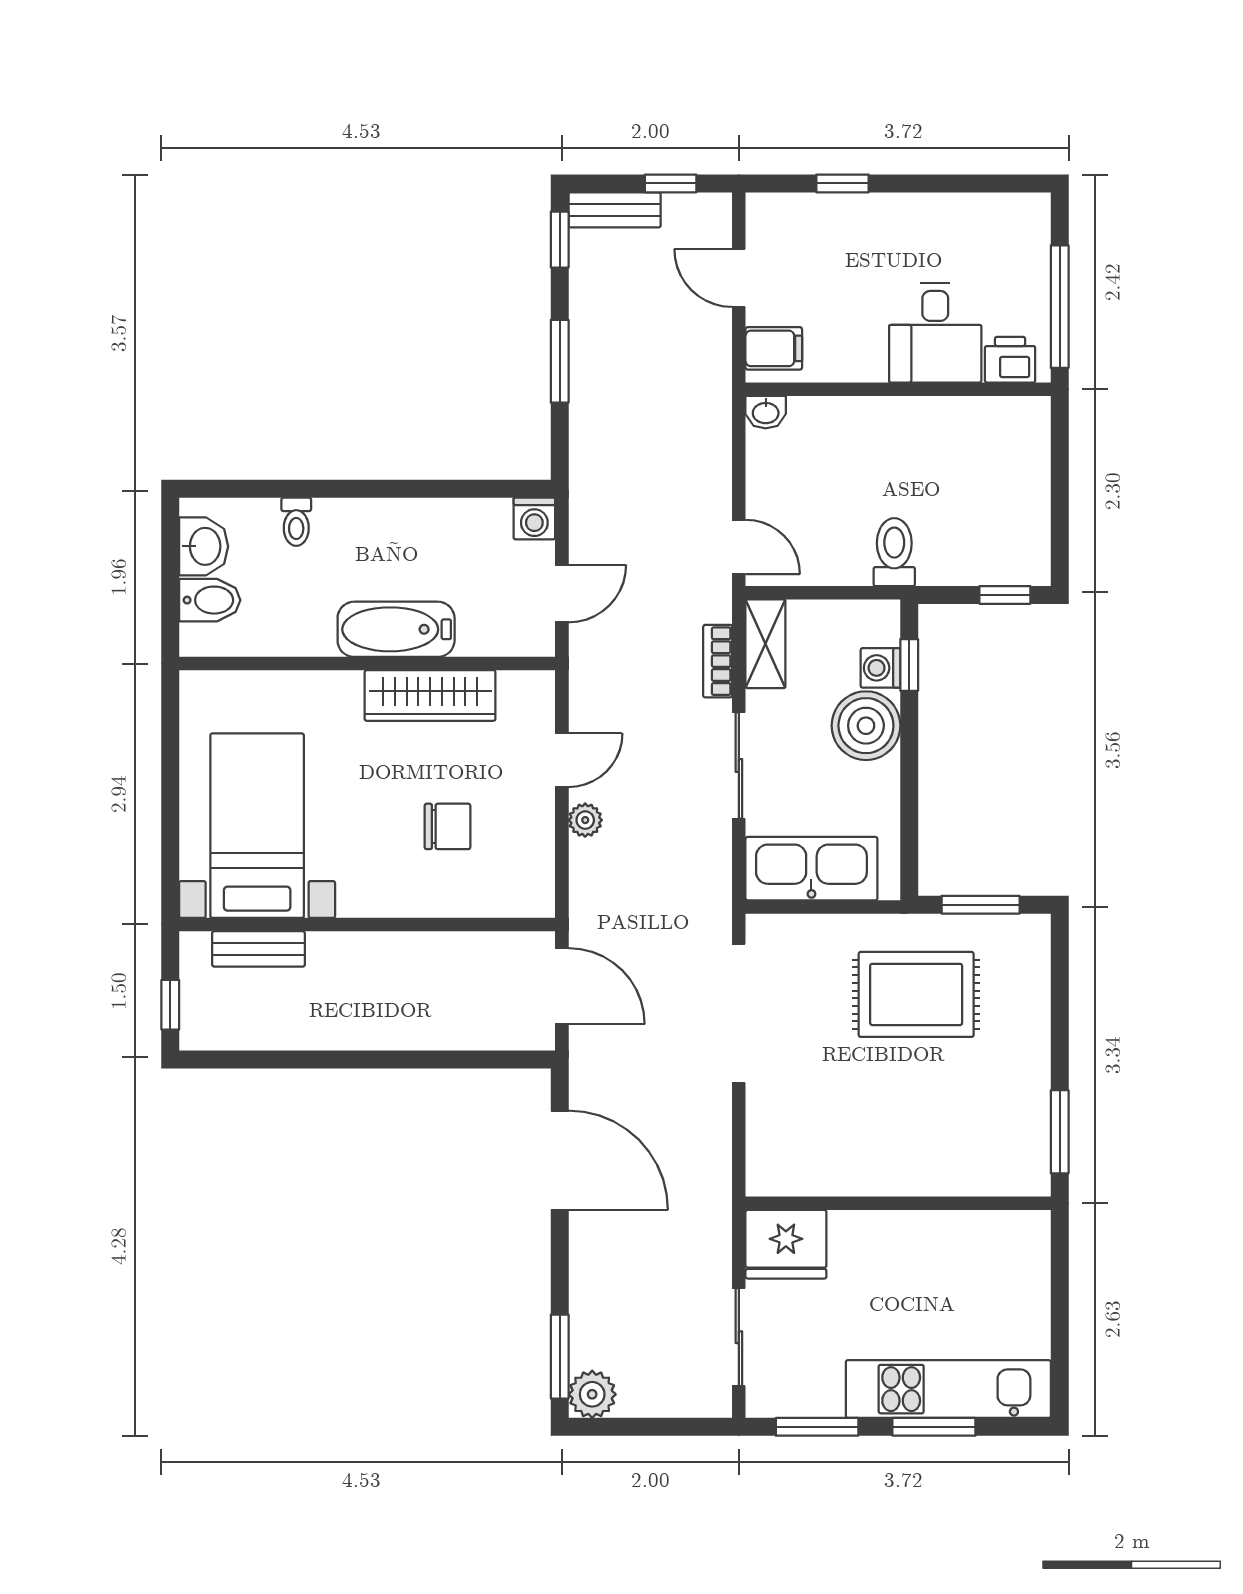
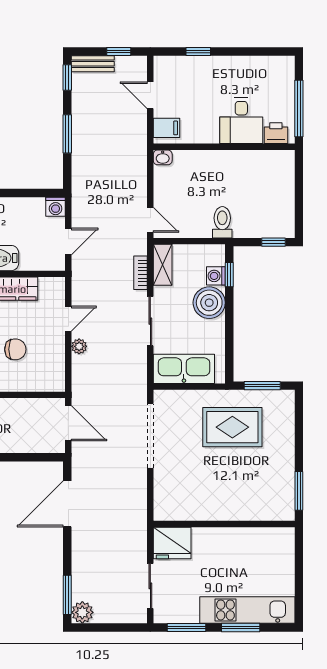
door: (560, 1160) -> (67, 504), swing flipped

